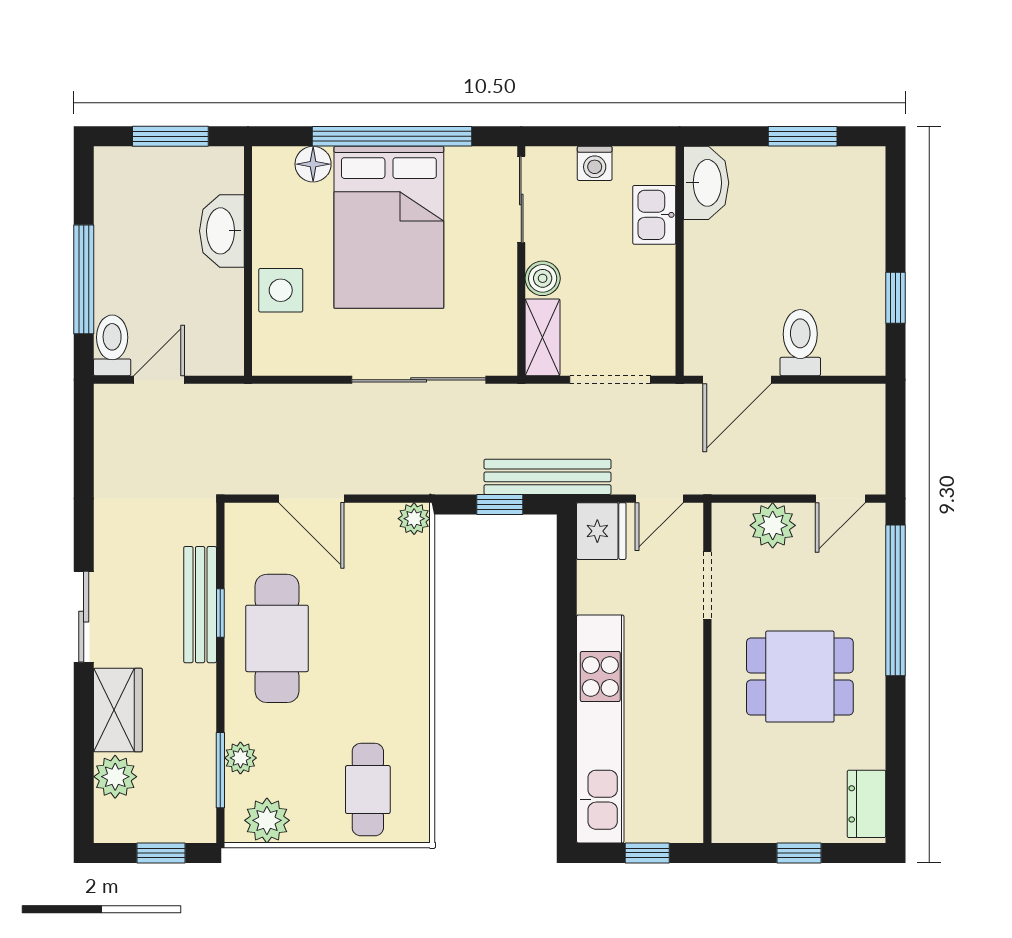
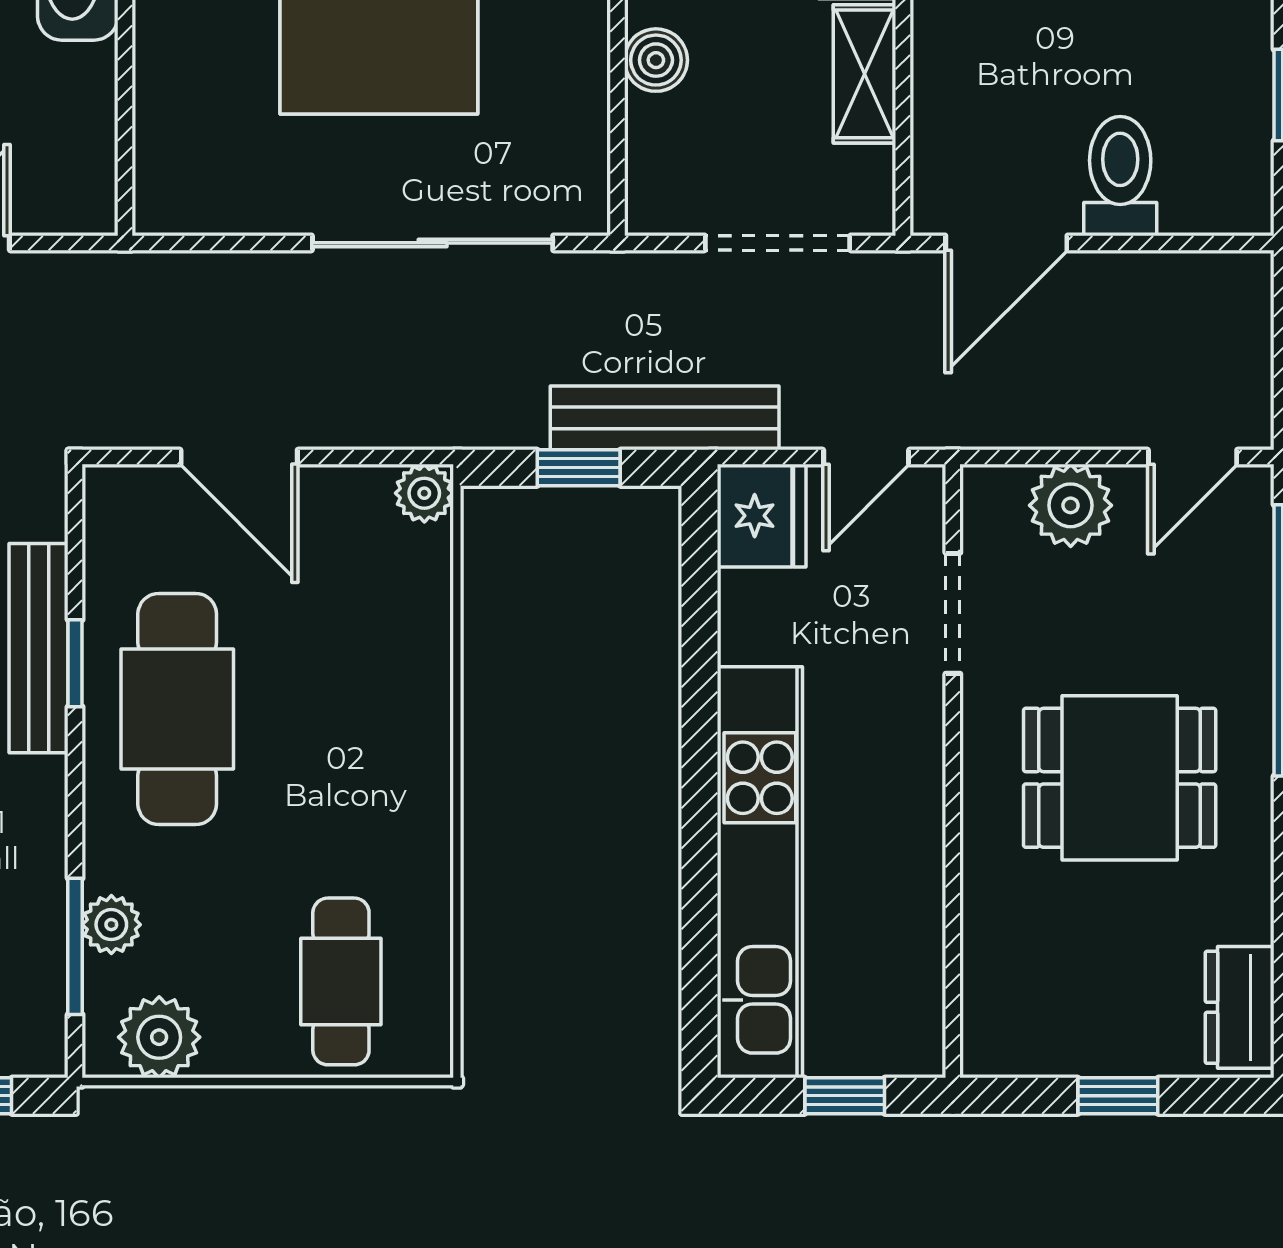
side table: (281, 290) -> (184, 82), removed
shelving: (543, 337) -> (865, 74), moved

